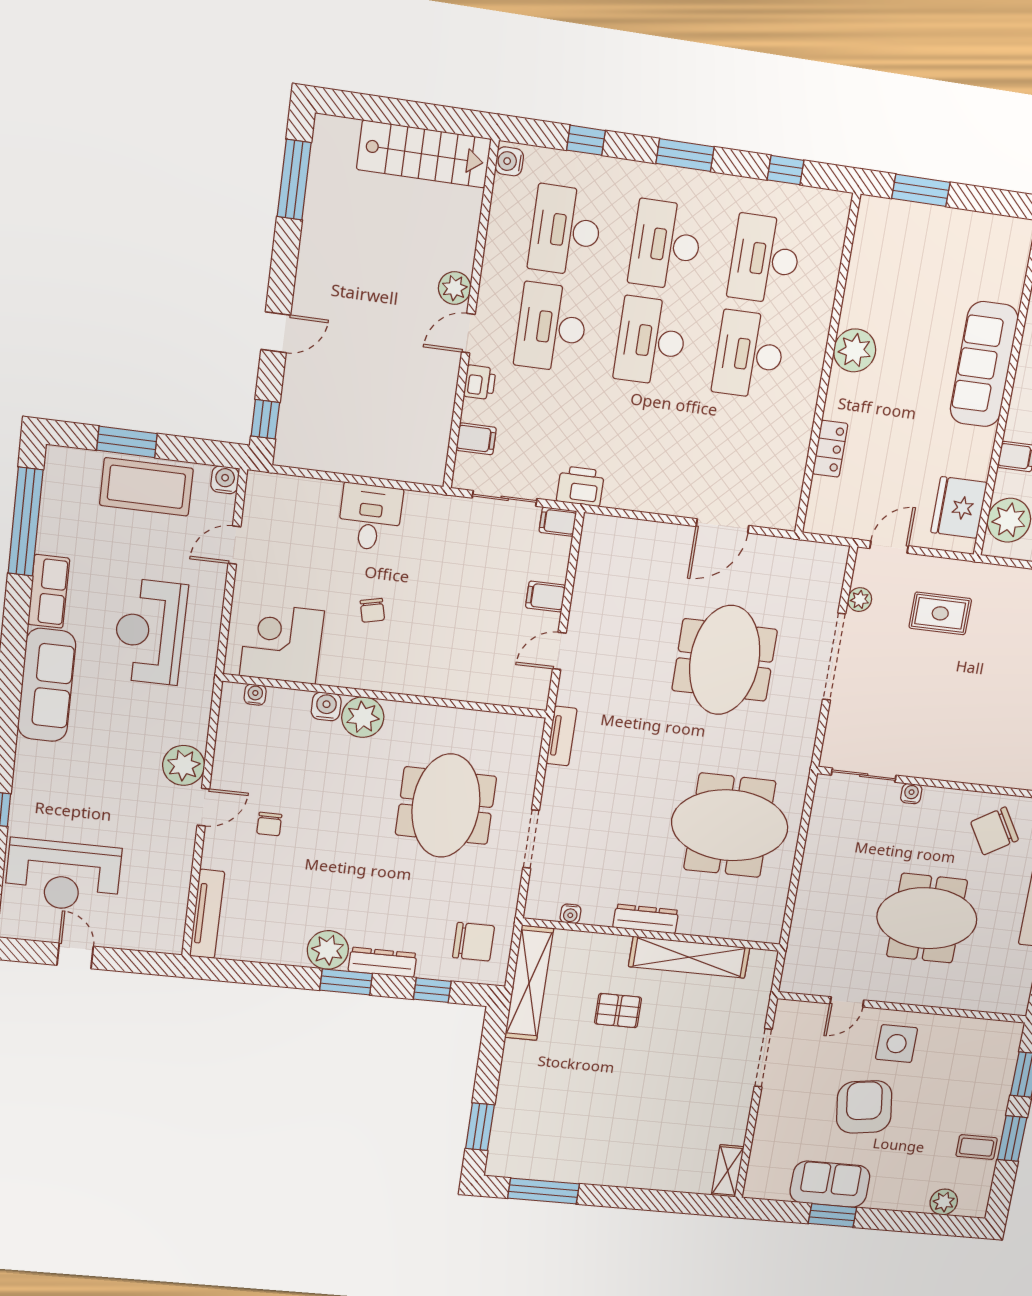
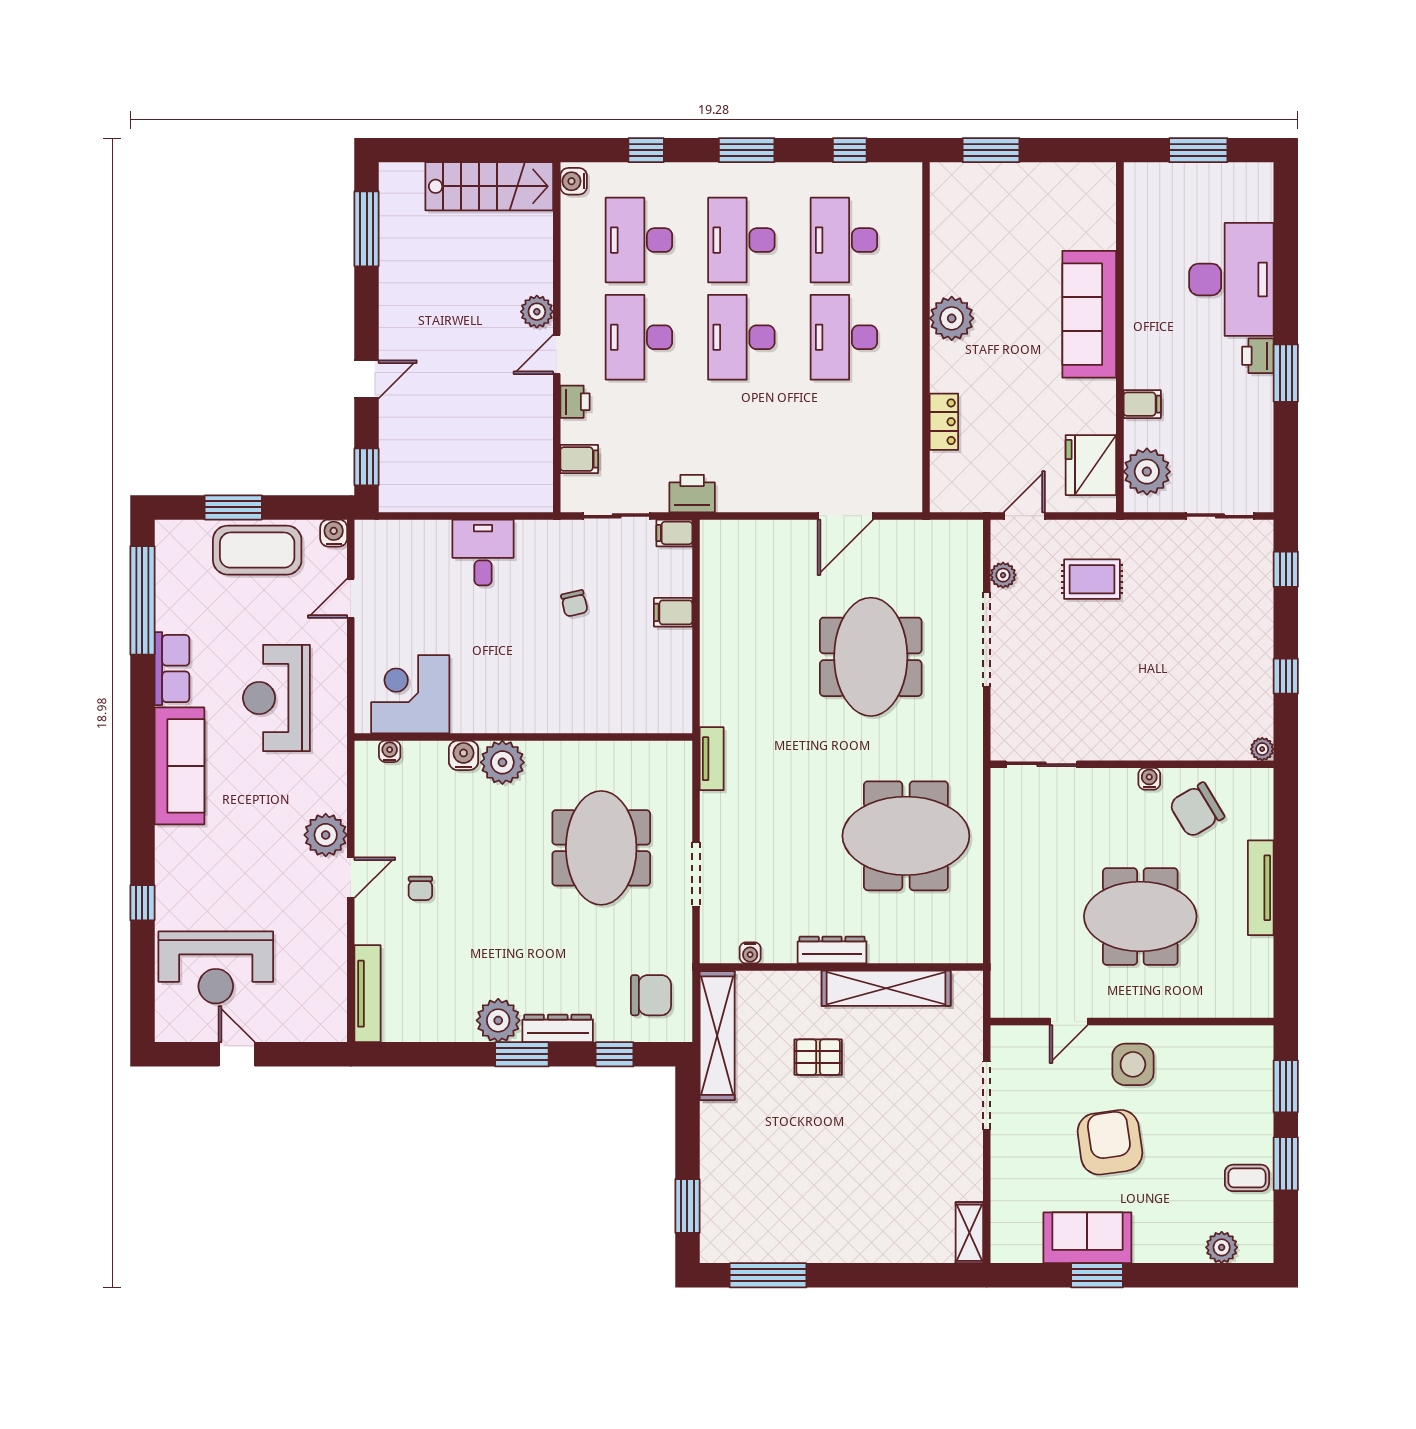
chair: (372, 610) -> (574, 603), moved
door: (559, 651) -> (696, 668), removed
water cooler: (911, 794) -> (1149, 779), moved

